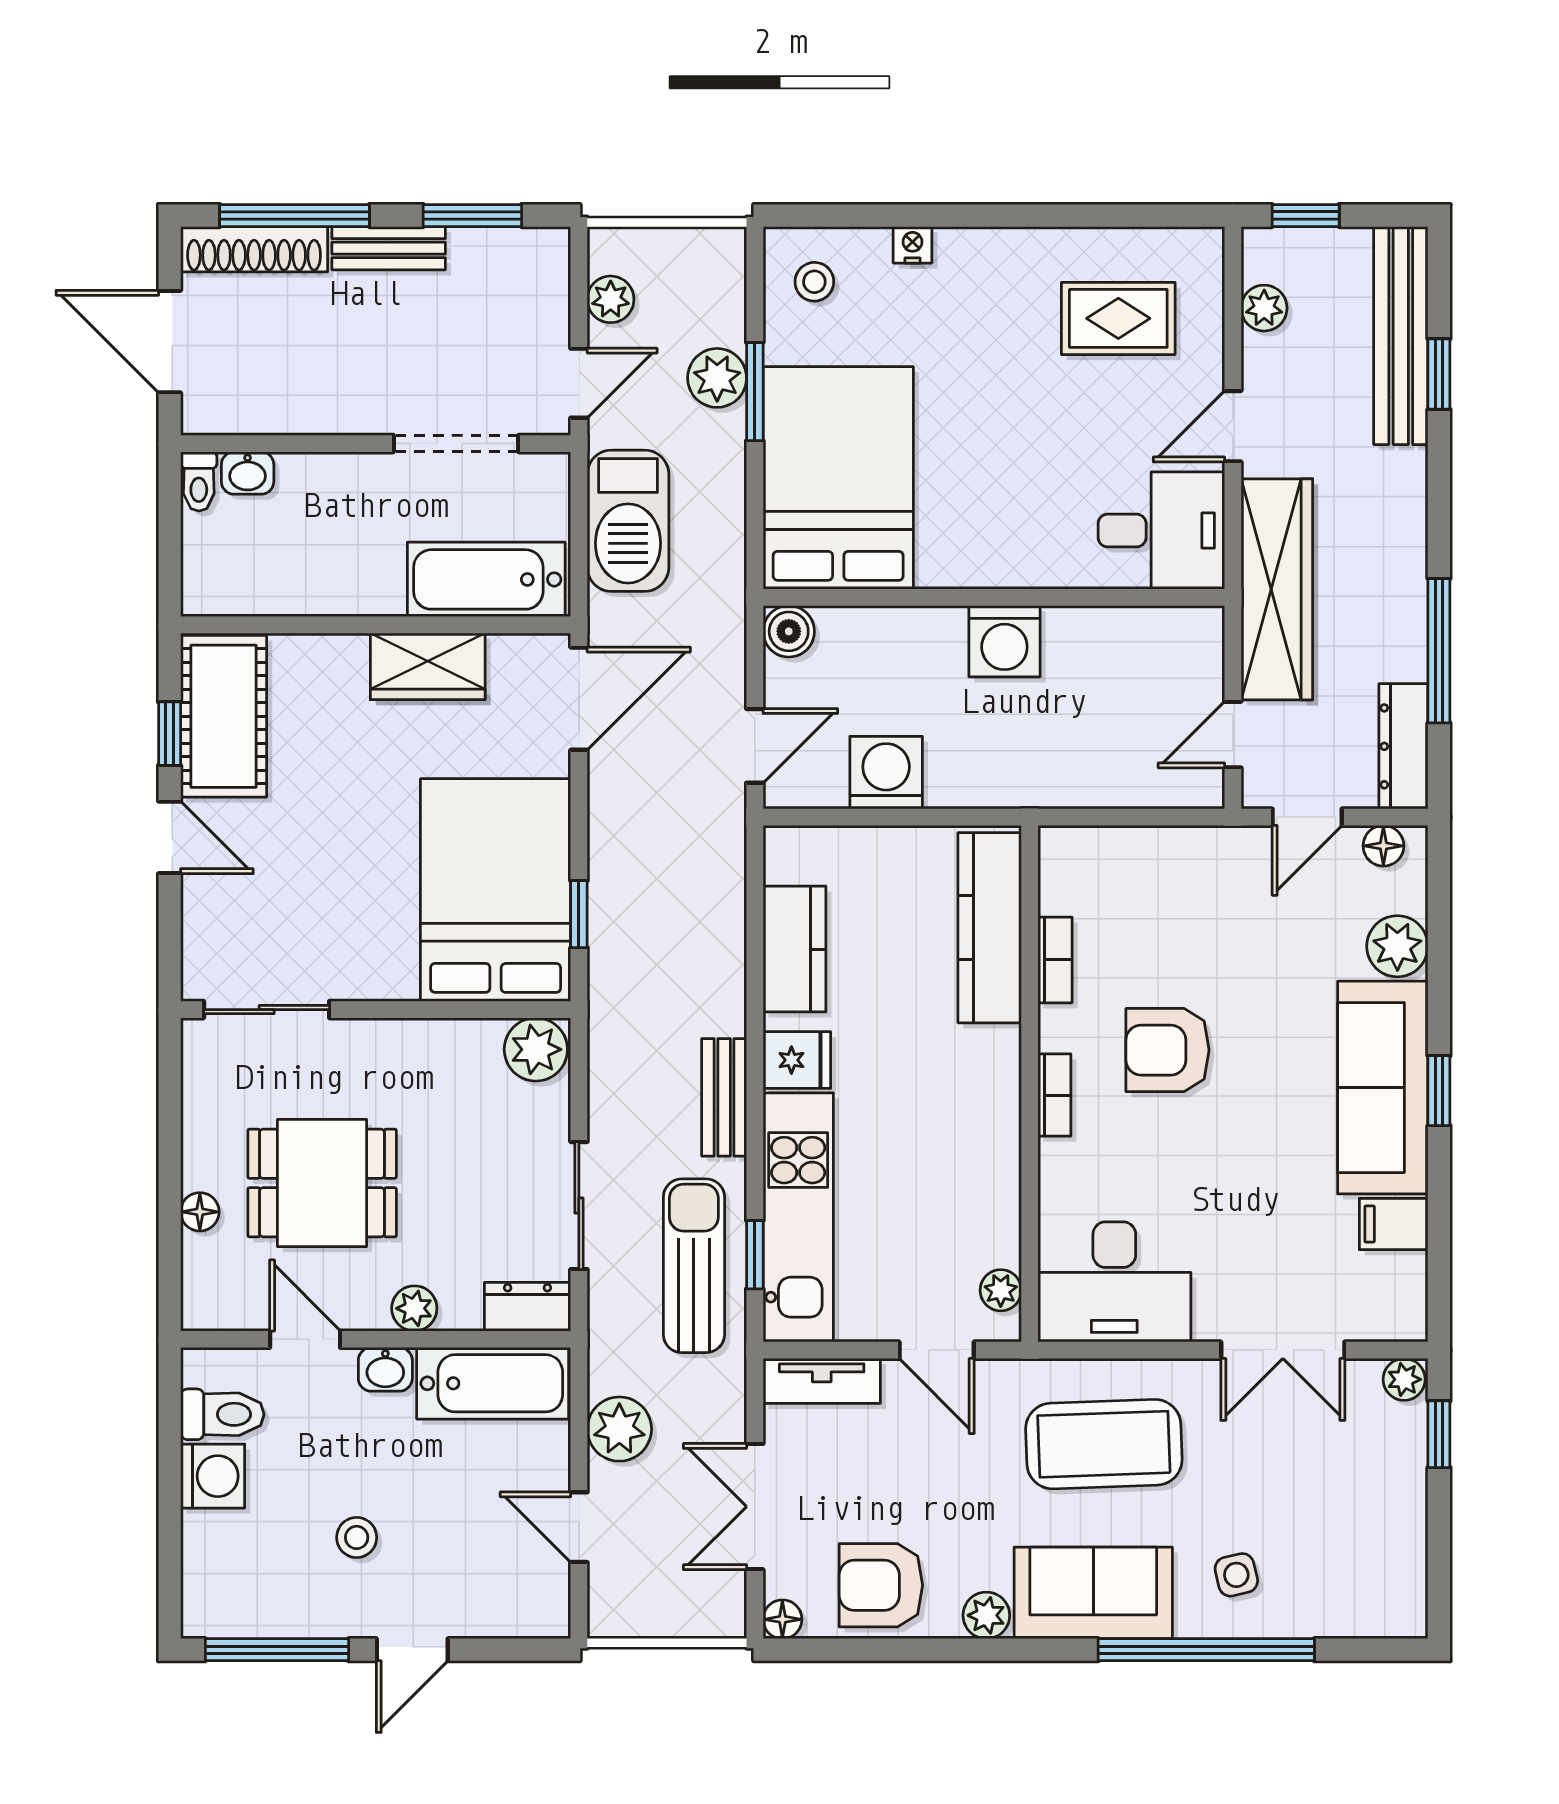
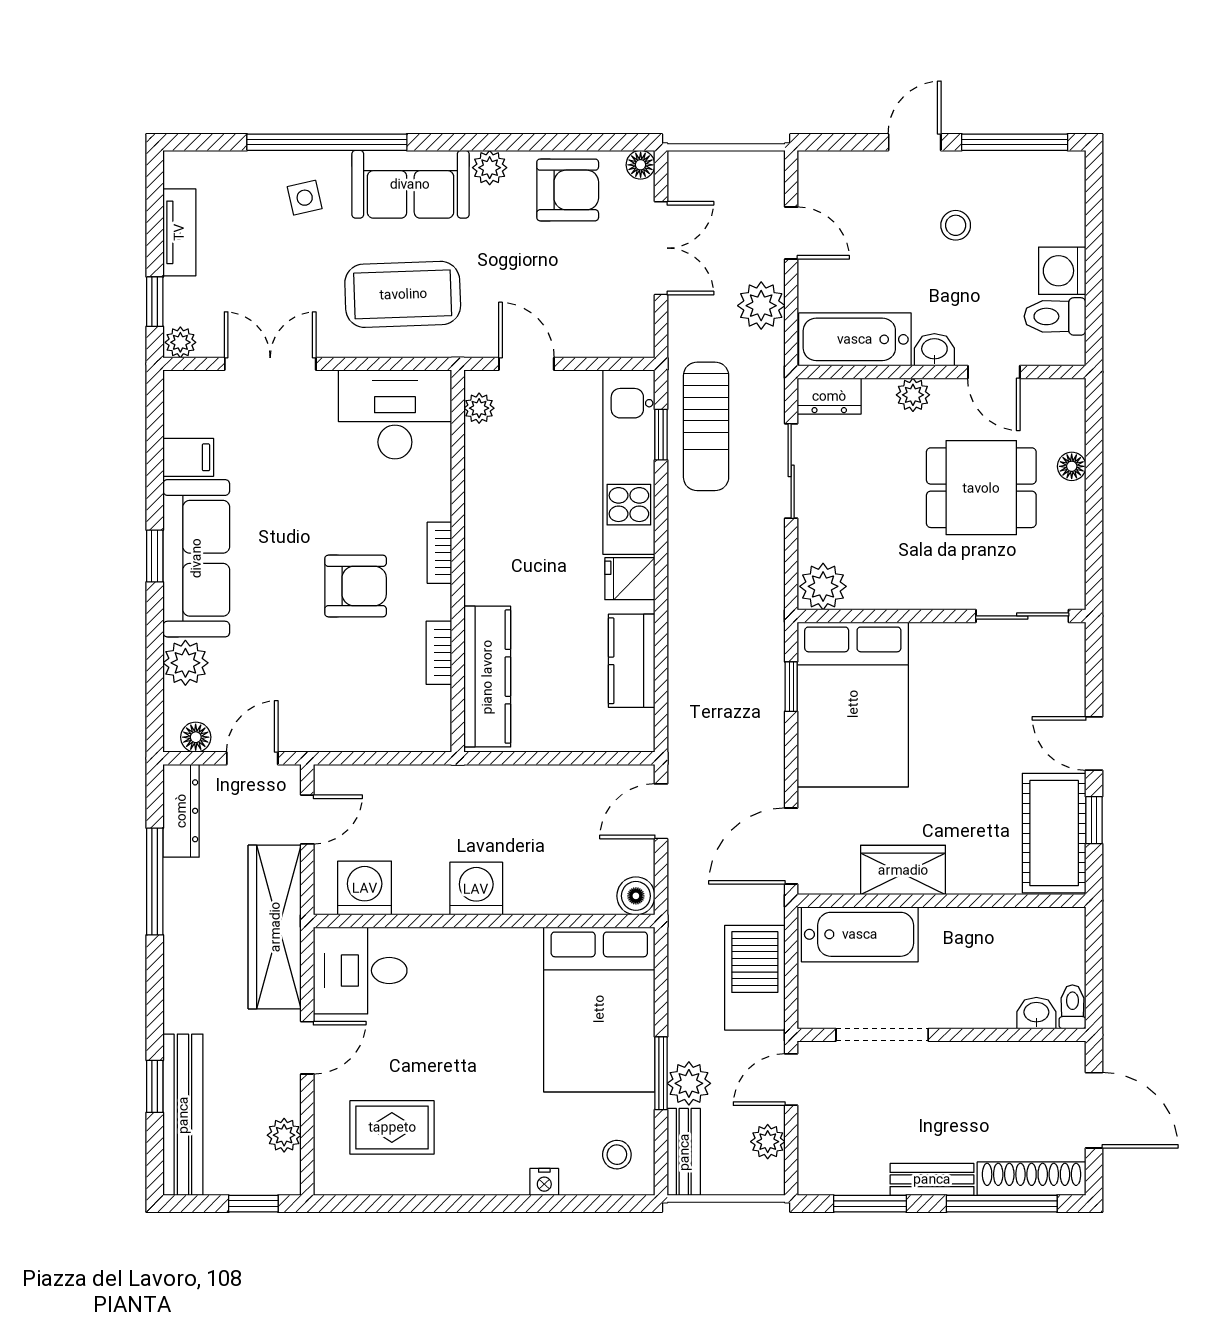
washing machine: (886, 773) -> (365, 888), moved, turned 180
bench: (724, 1097) -> (684, 1152), moved
tv unit: (822, 1381) -> (179, 232), moved, turned 90

